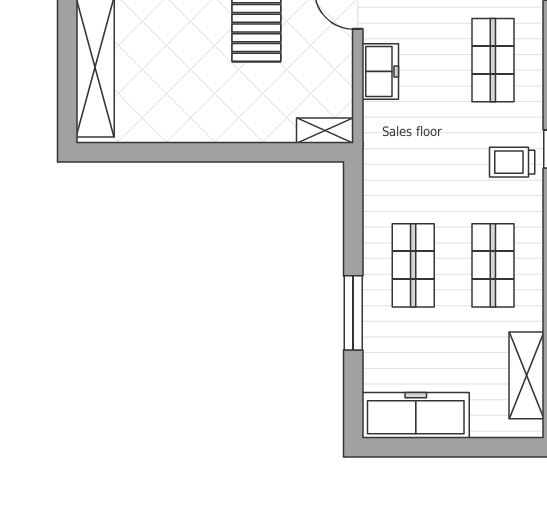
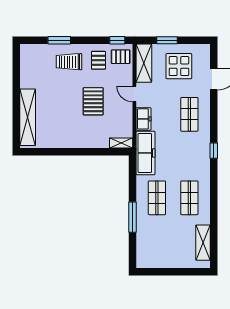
trolley: (512, 162) -> (197, 156), removed
freezer: (416, 415) -> (145, 153), moved, turned 90

